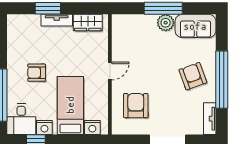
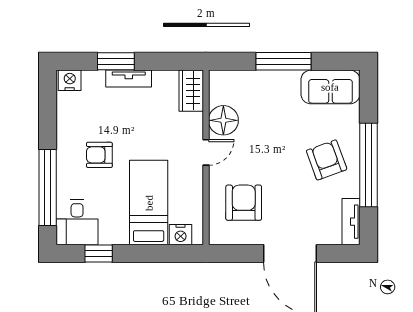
wardrobe: (88, 23) -> (191, 91), moved, turned 90
plant: (166, 23) -> (287, 82), removed
floor lamp: (122, 49) -> (223, 120), added
nightstand: (44, 127) -> (70, 80), moved, turned 180

